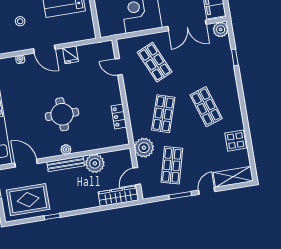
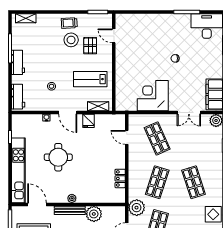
double door: (187, 25) -> (189, 113), width x0.73
shelving: (79, 36) -> (98, 106), added
round table: (62, 114) -> (58, 157), moved

